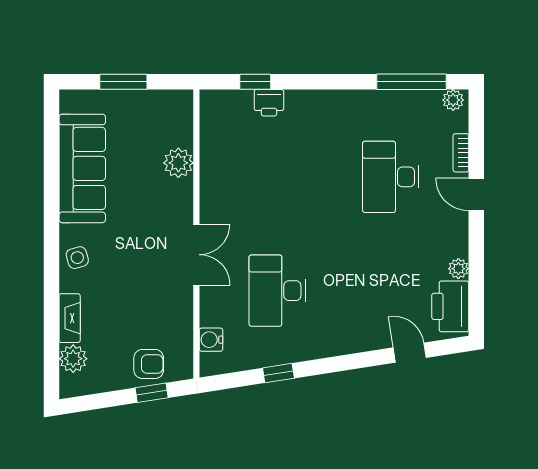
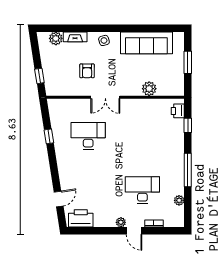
window: (412, 82) -> (188, 170), moved
plant: (453, 100) -> (179, 200), moved
printer: (269, 103) -> (178, 111), moved
door: (476, 194) -> (134, 231), swing flipped
plant: (458, 269) -> (121, 222), moved
water cooler: (211, 340) -> (65, 104), removed
armchair: (149, 364) -> (87, 71), moved

